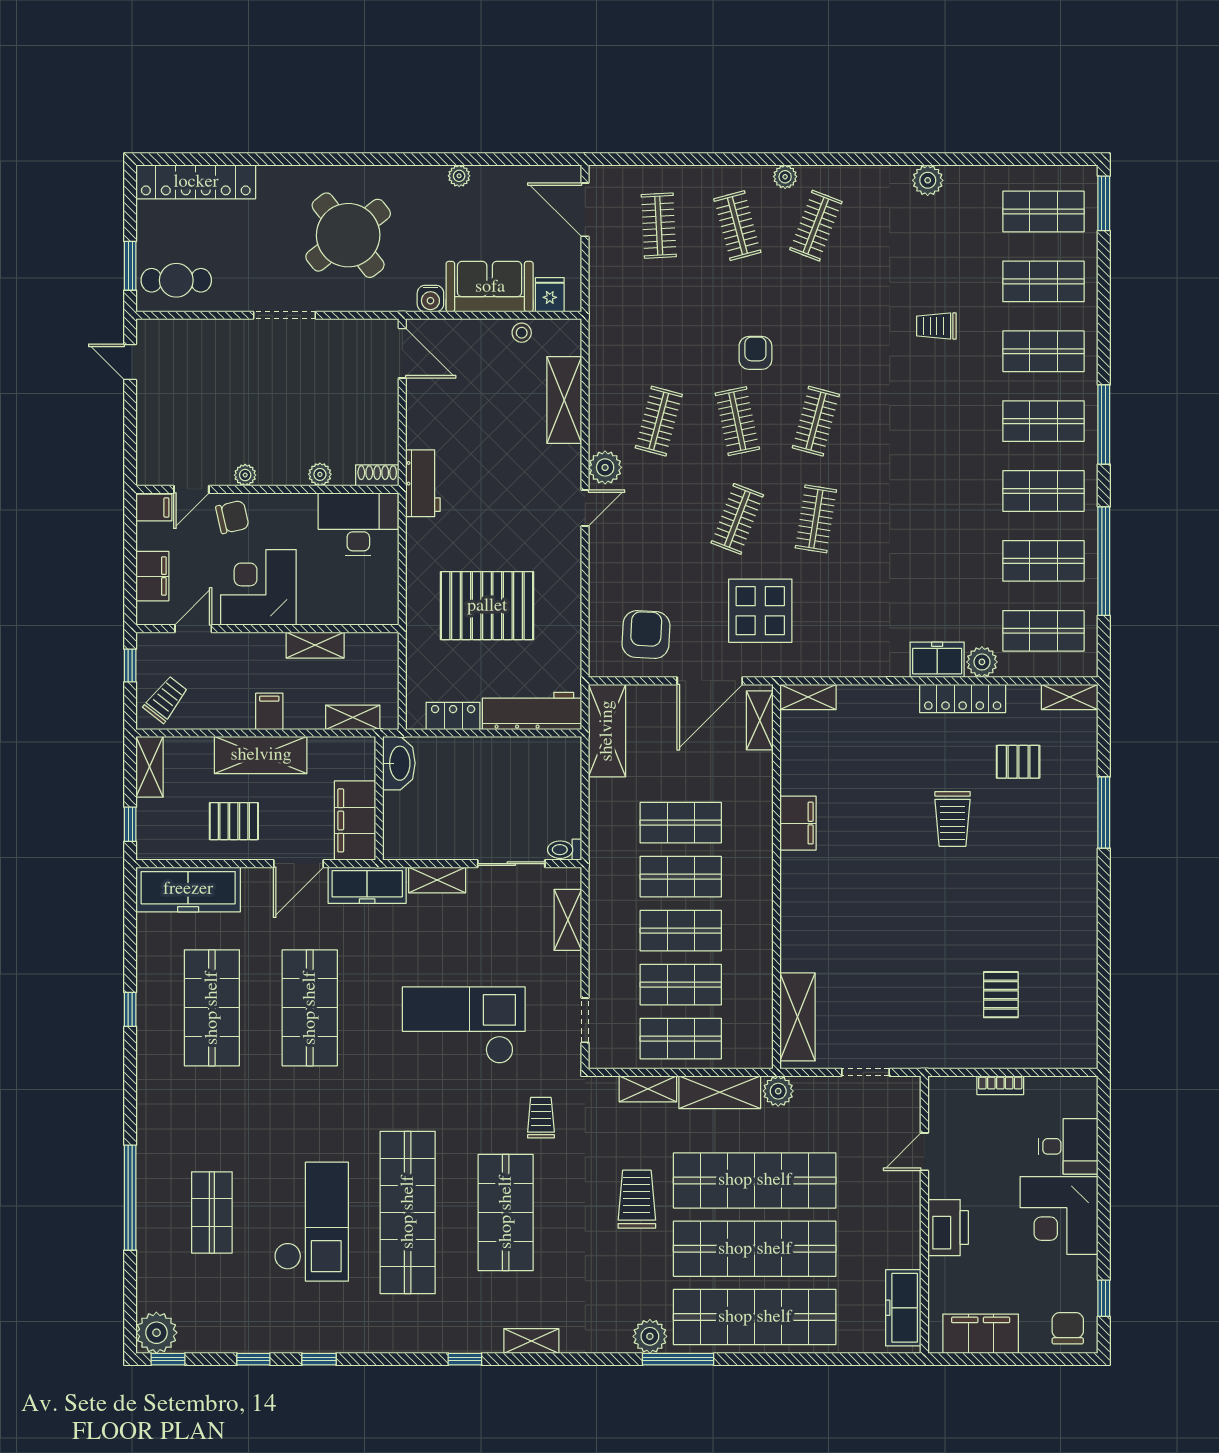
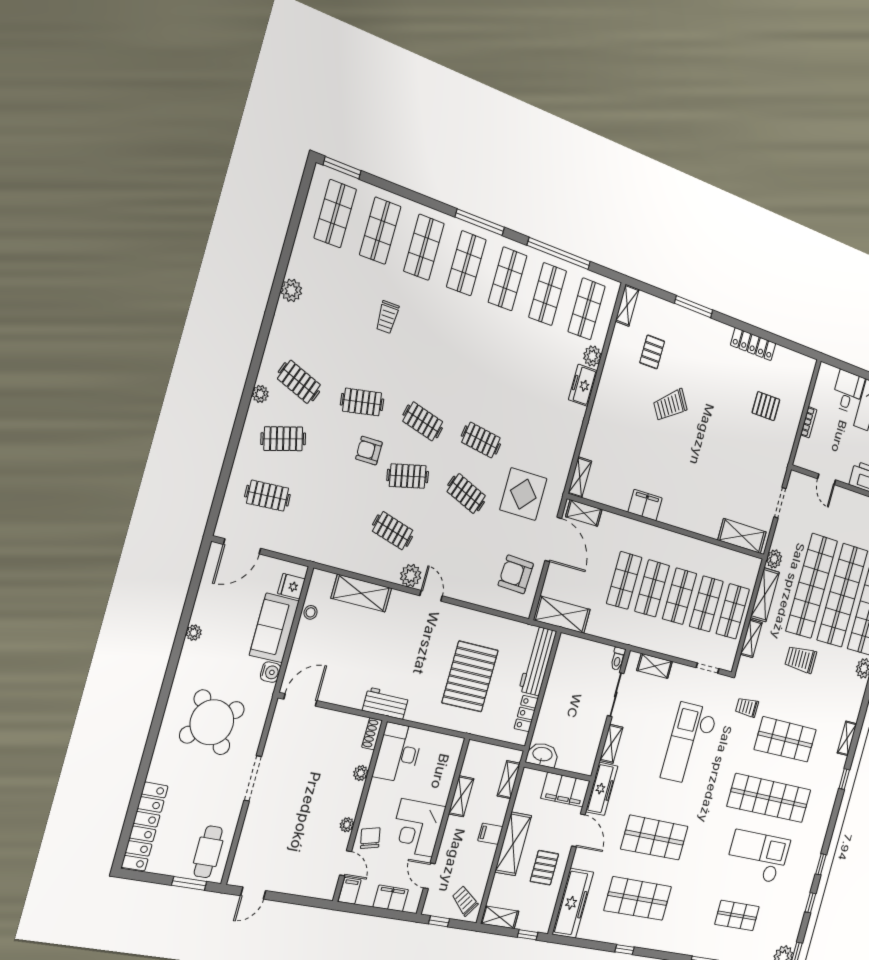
clothes rail: (816, 323) -> (362, 402), added
locker: (963, 698) -> (753, 344), moved, turned 90
trolley: (953, 819) -> (670, 405), turned 144

